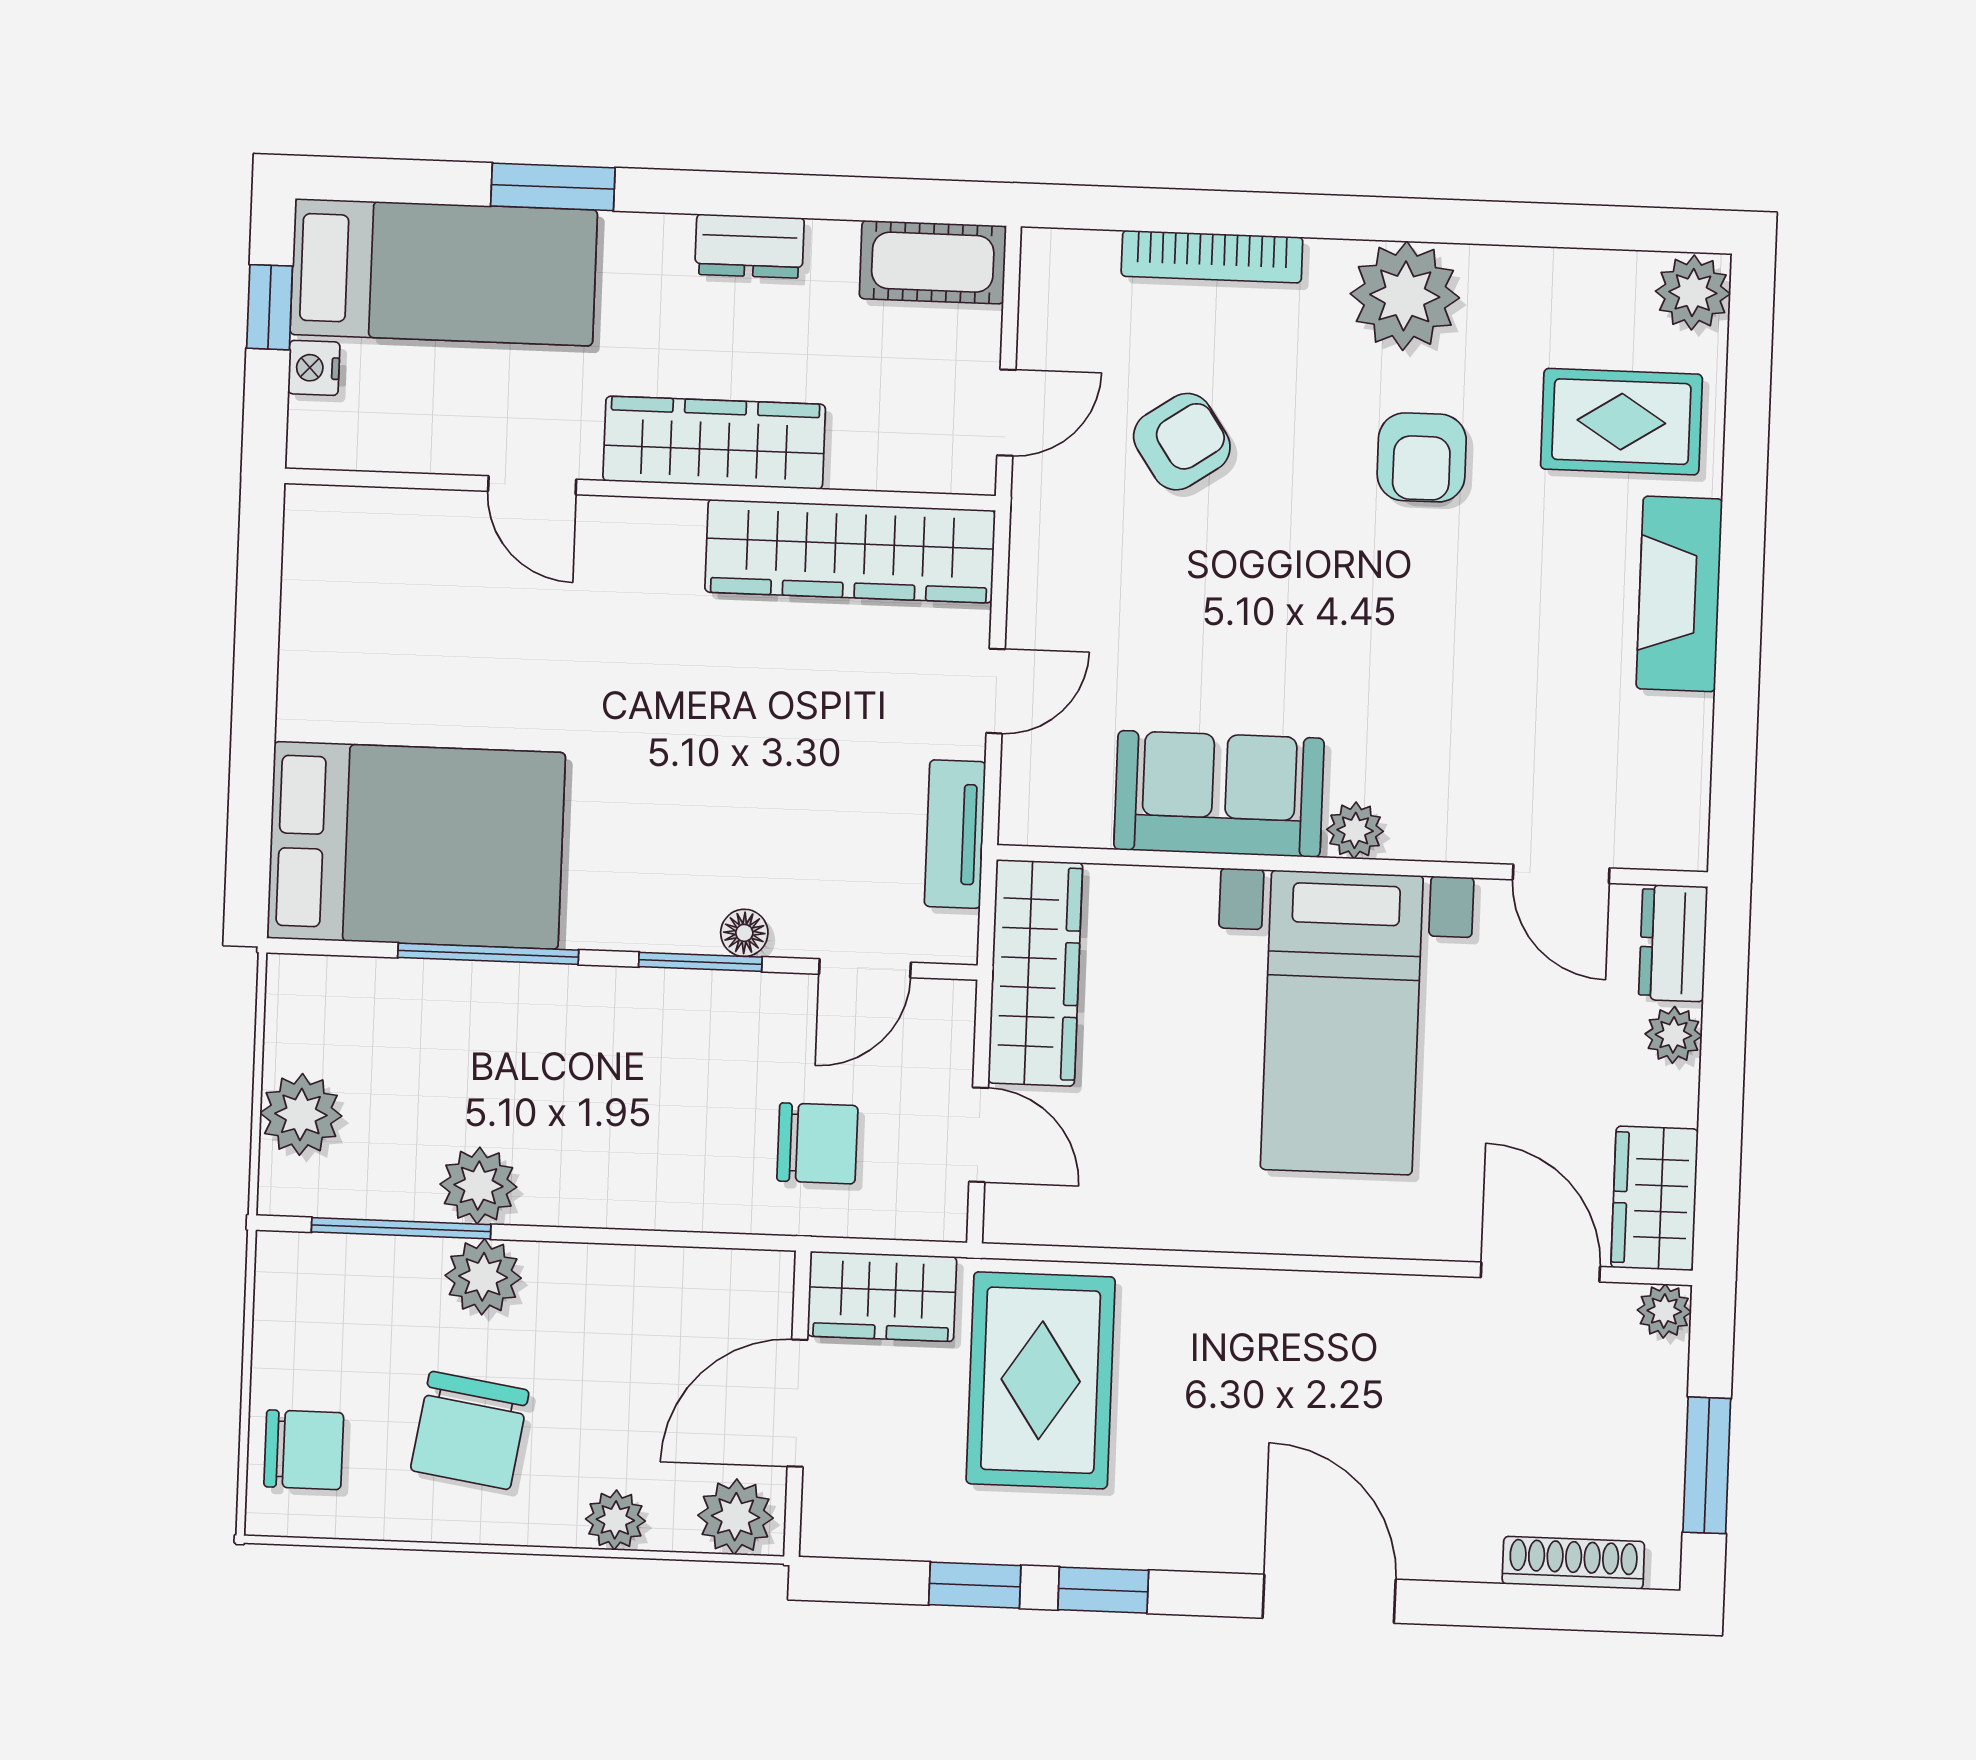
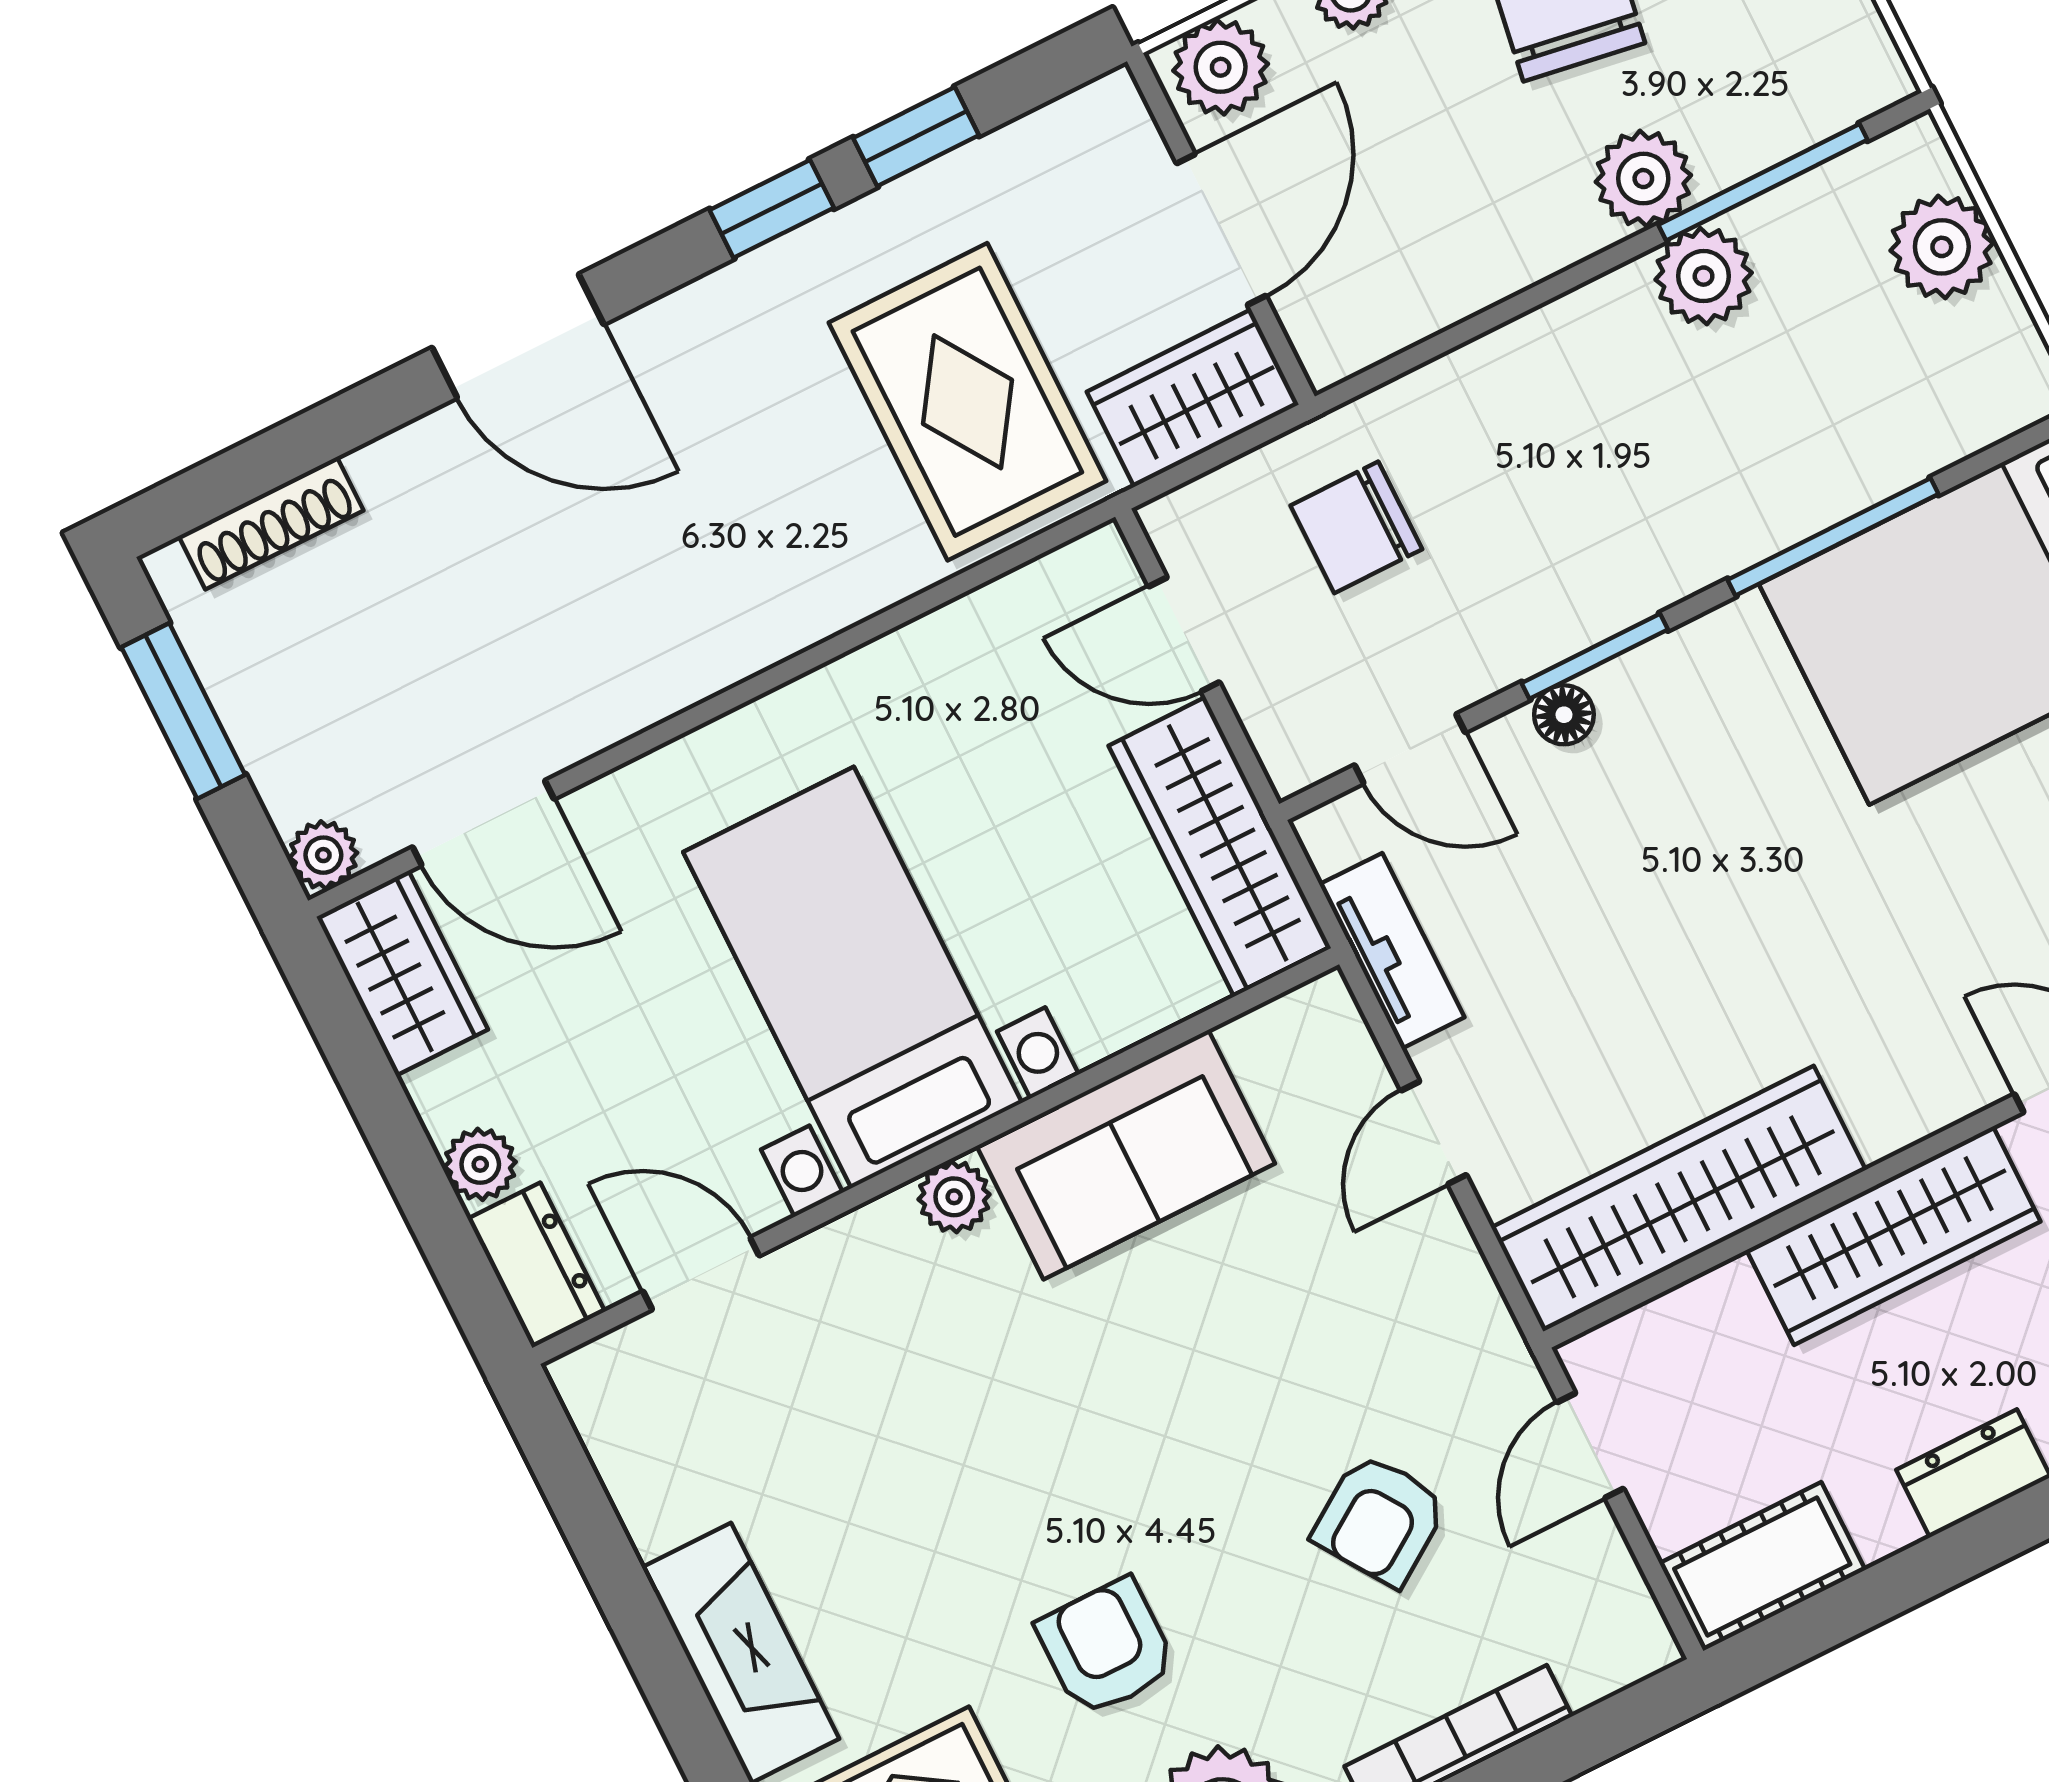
door: (865, 968) -> (1410, 749), swing flipped

